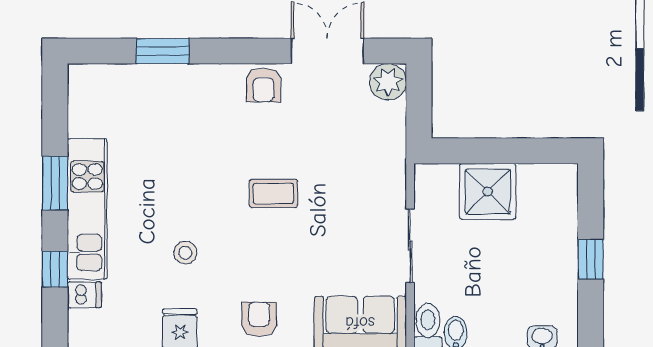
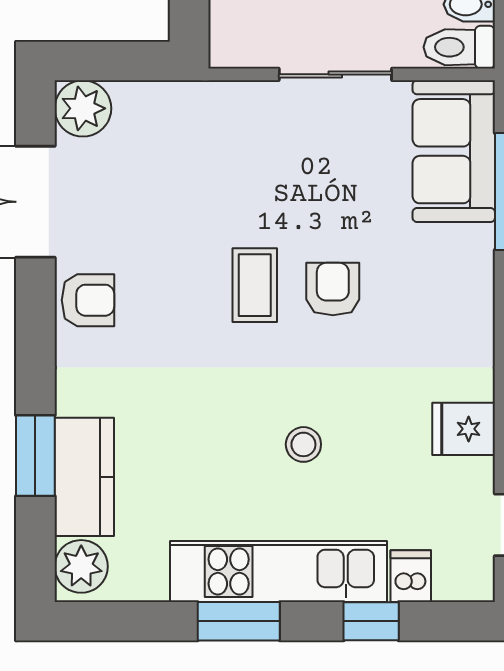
plant: (91, 81) -> (81, 566), added
kitchen counter: (149, 83) -> (84, 477), added
stool: (185, 253) -> (303, 444), moved
armchair: (259, 319) -> (333, 289), moved, turned 90

